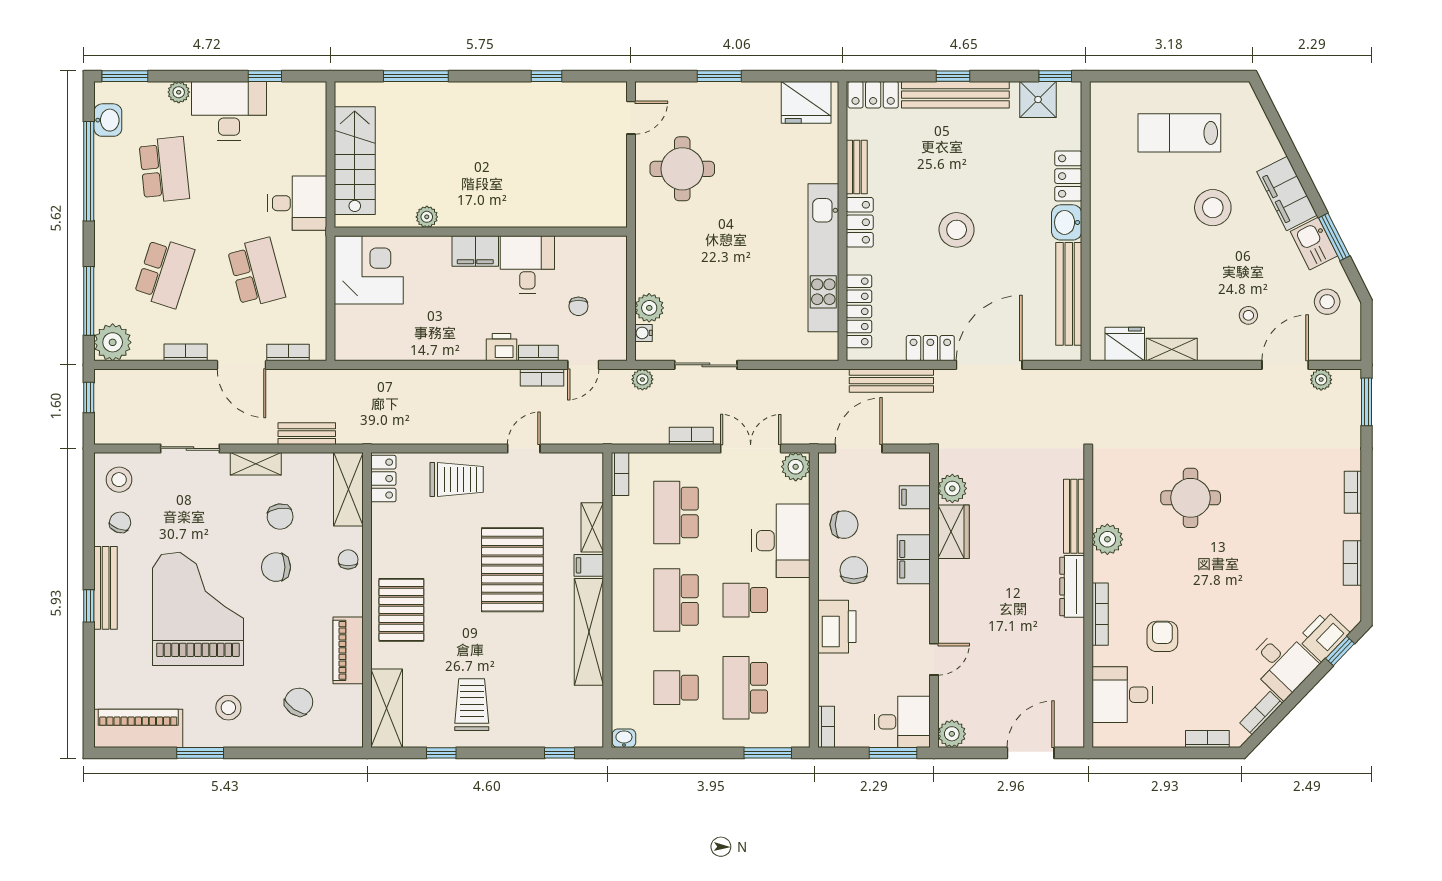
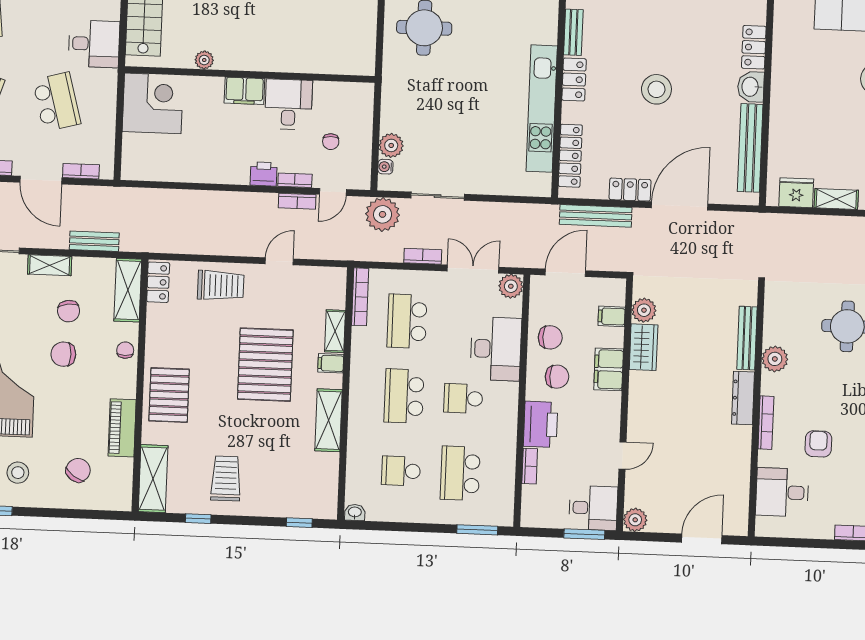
plant: (642, 379) -> (383, 214), width x1.87, depth x1.87
bookcase: (620, 474) -> (360, 297), width x1.56
chair: (854, 570) -> (557, 377), turned 90
shelving: (589, 632) -> (328, 420), width x0.68
bookcase: (826, 727) -> (530, 466), moved

